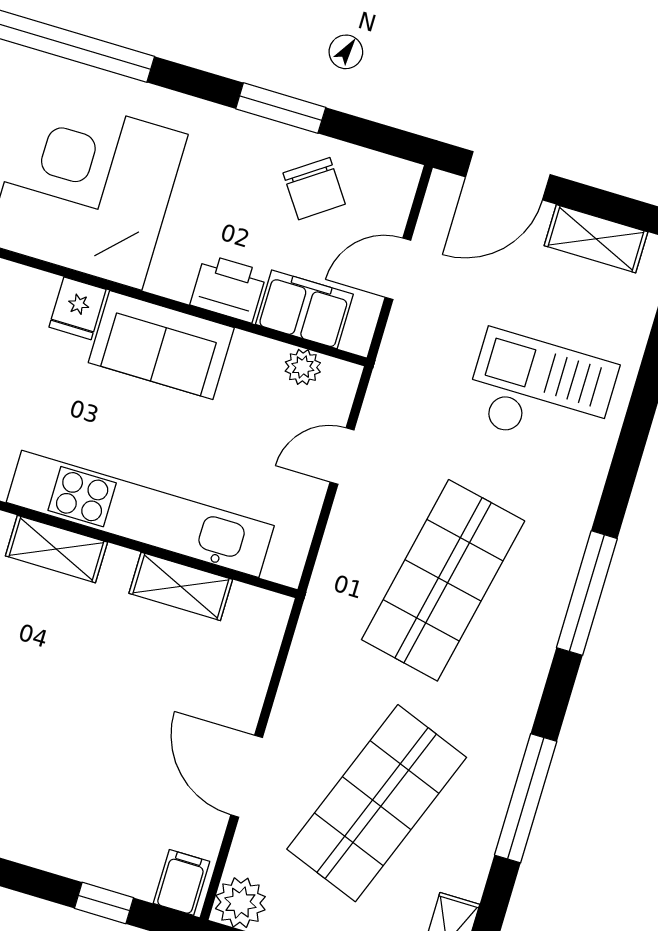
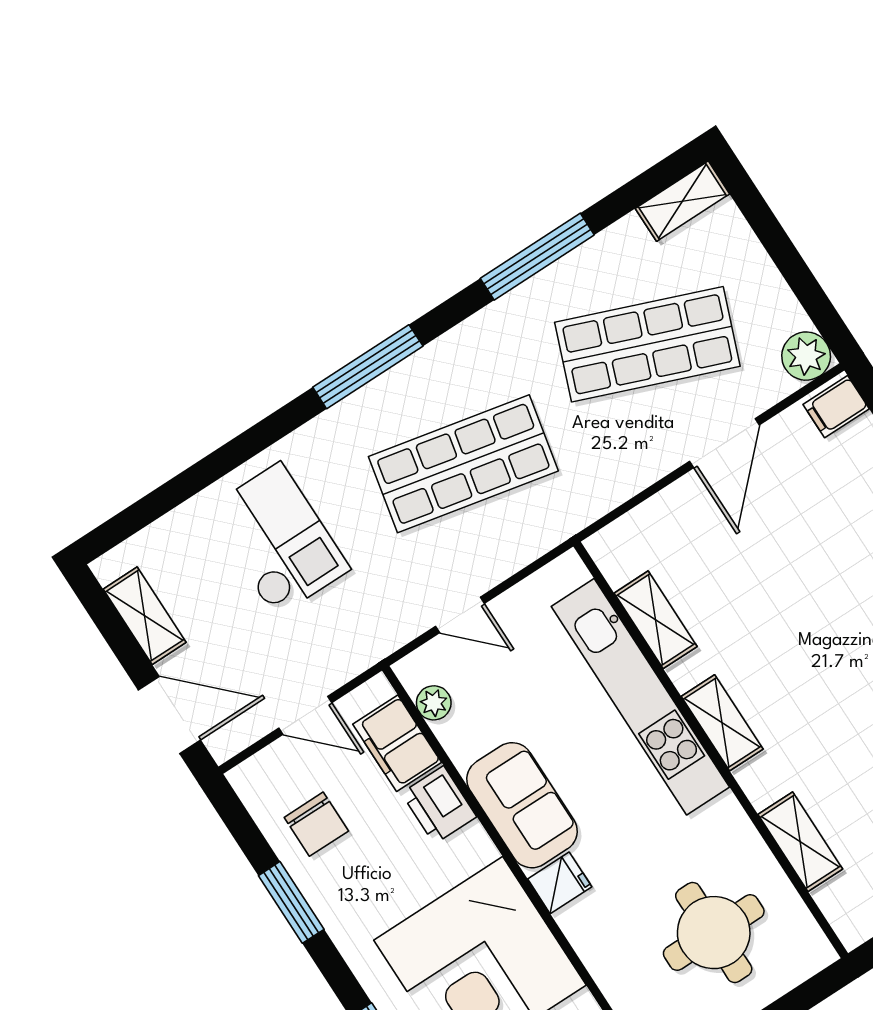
chair: (314, 189) -> (316, 824), turned 125
checkout: (541, 392) -> (278, 540), turned 180

